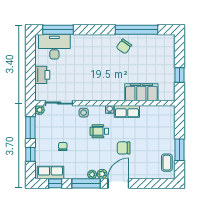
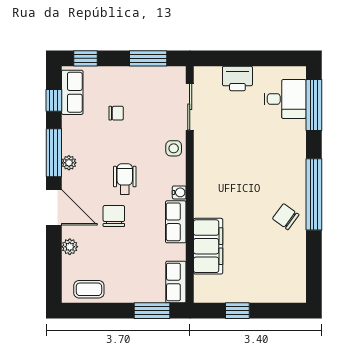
window: (137, 30) -> (314, 194), moved
desk: (54, 47) -> (285, 99), width x0.73
plant: (40, 110) -> (178, 74), removed
row of seats: (163, 111) -> (176, 282), added
wheelchair: (99, 131) -> (125, 179), moved
window: (179, 150) -> (152, 311), moved
window: (30, 154) -> (85, 58), moved
plant: (102, 174) -> (70, 247), moved

